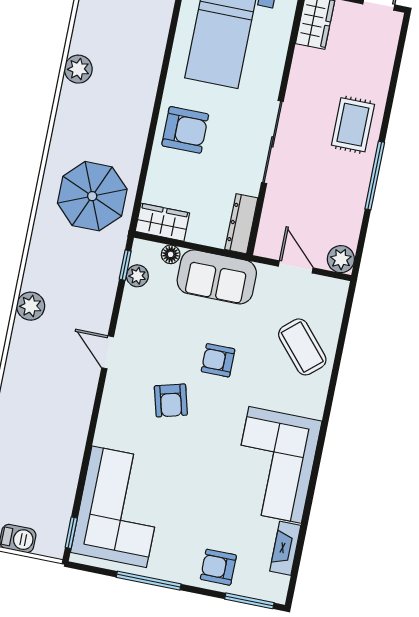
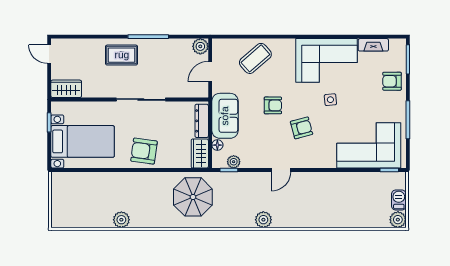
armchair: (185, 130) -> (144, 151), turned -82
dresser: (241, 224) -> (202, 121), moved, turned 90
armchair: (218, 360) -> (273, 105), turned -90
side table: (208, 458) -> (330, 100), added
armchair: (218, 567) -> (392, 81), turned 90

